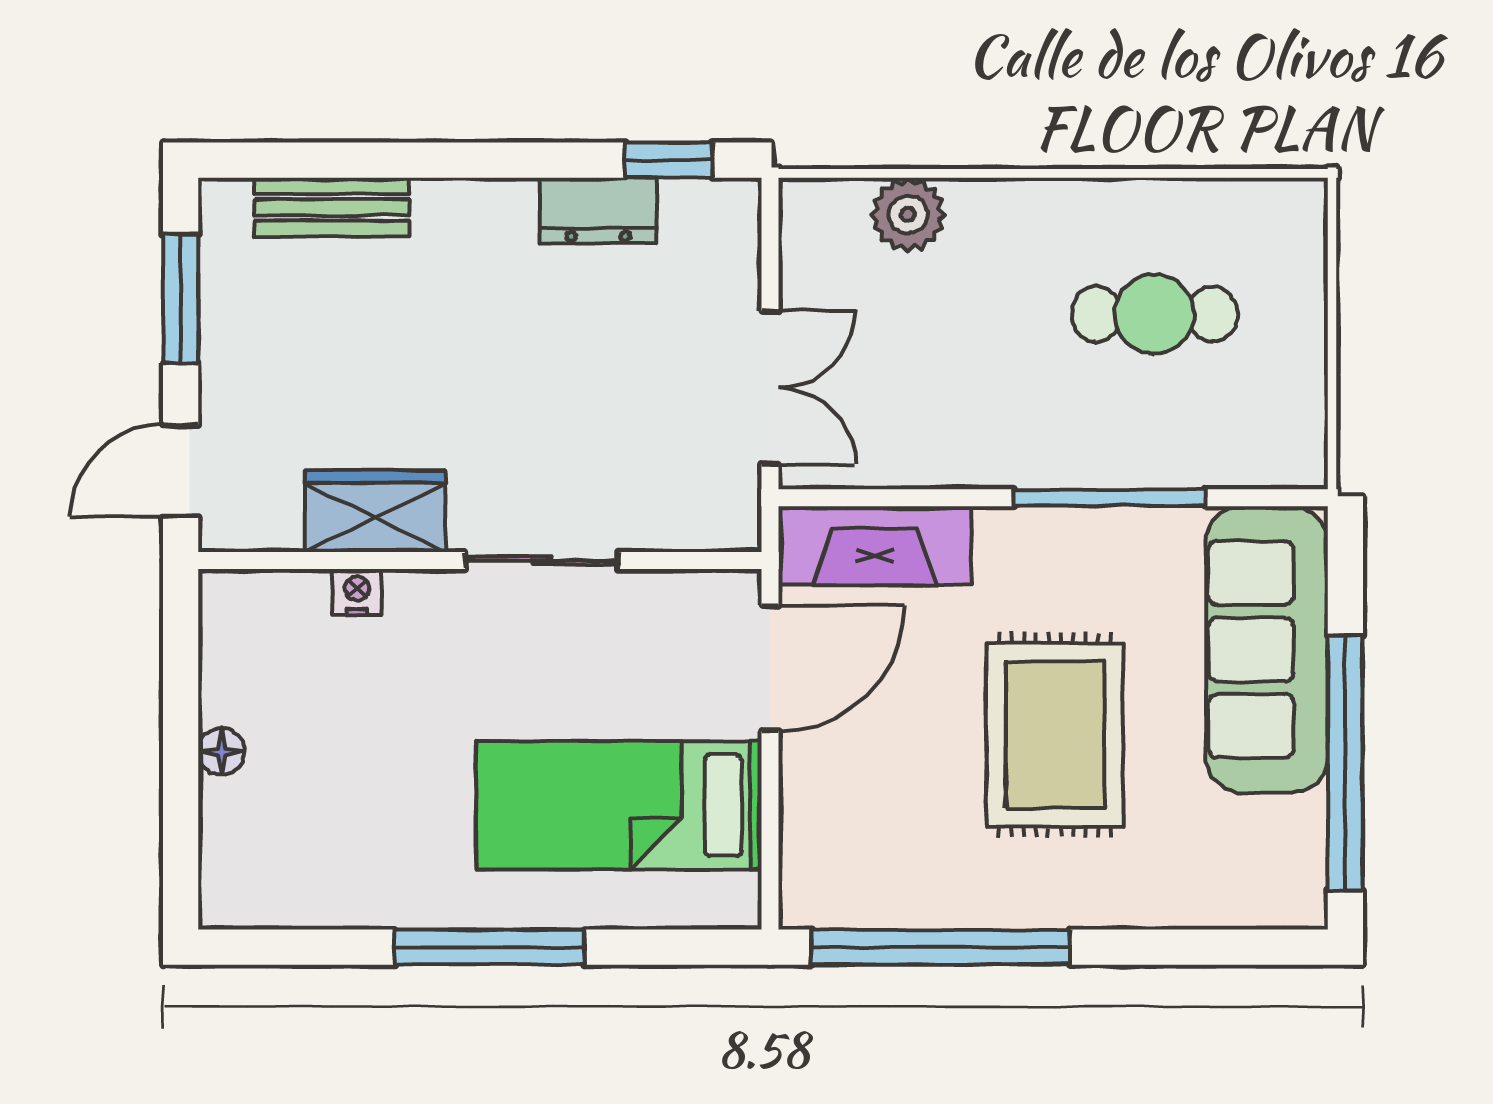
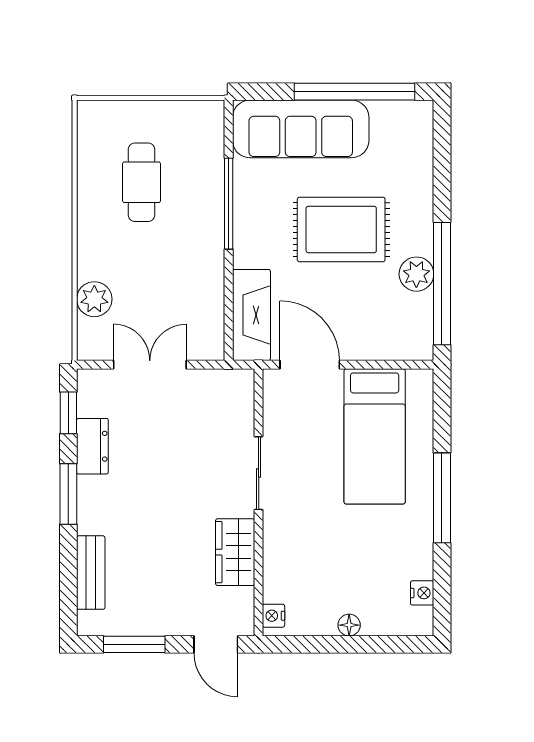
window: (497, 160) -> (68, 494), added
double door: (770, 388) -> (150, 365), moved
nightstand: (357, 592) -> (274, 616), moved
plant: (961, 893) -> (416, 274), added
nightstand: (289, 905) -> (422, 593), added

